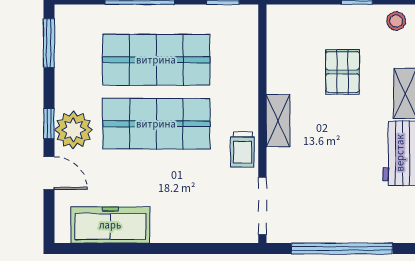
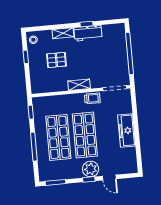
door: (49, 173) -> (109, 178), swing flipped
freezer: (110, 225) -> (127, 131), moved

